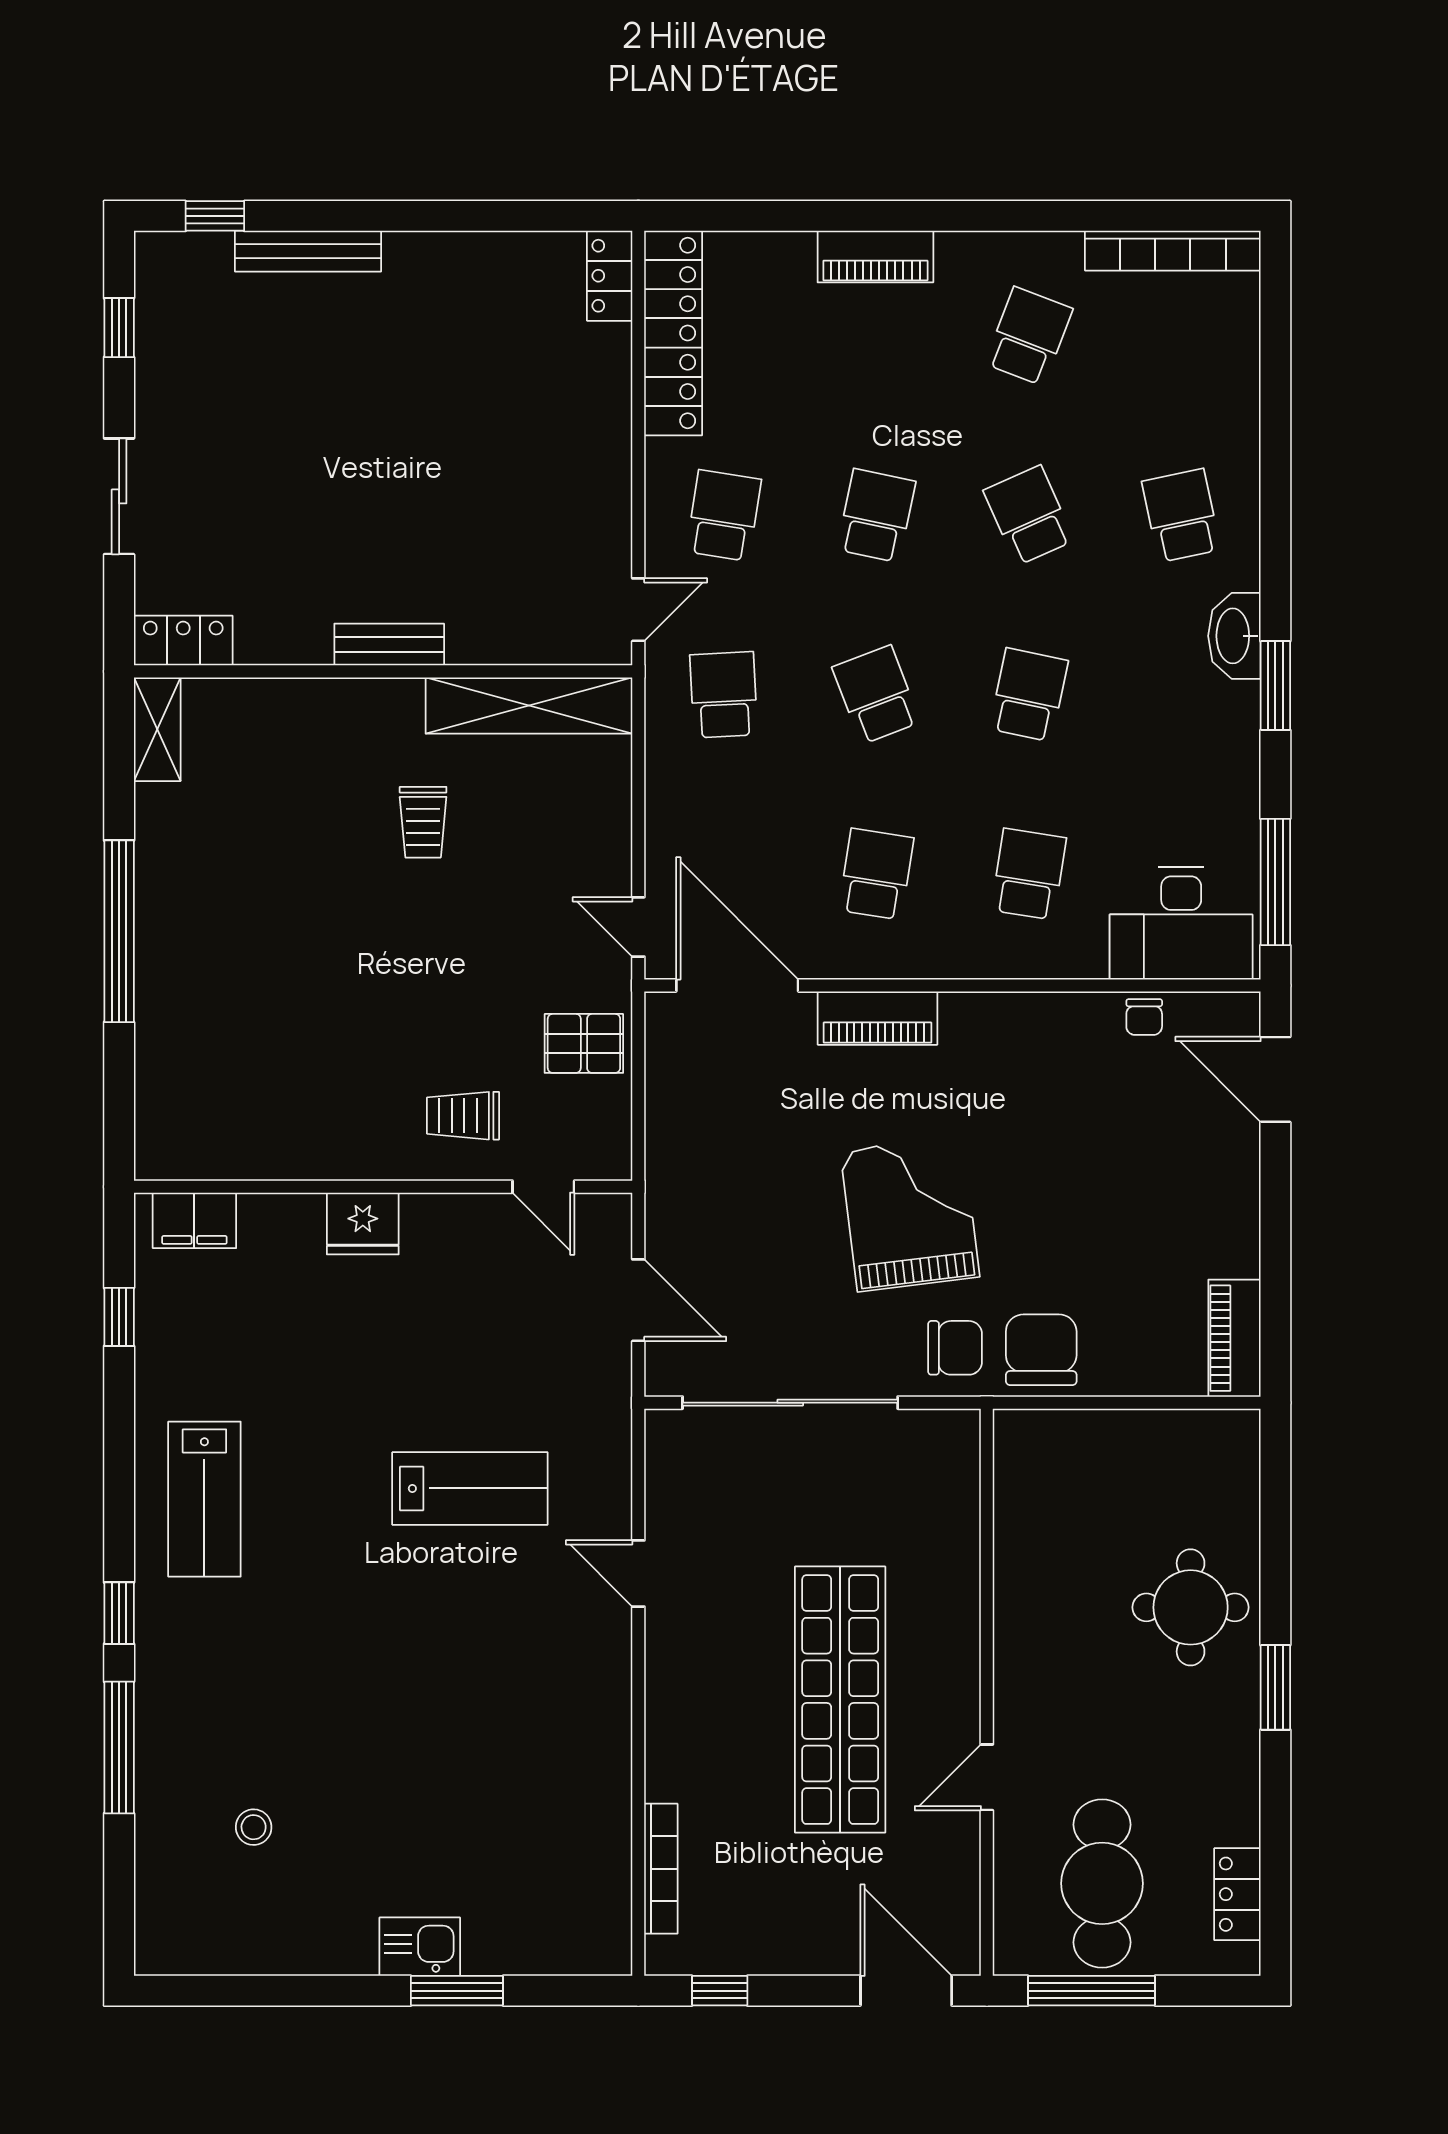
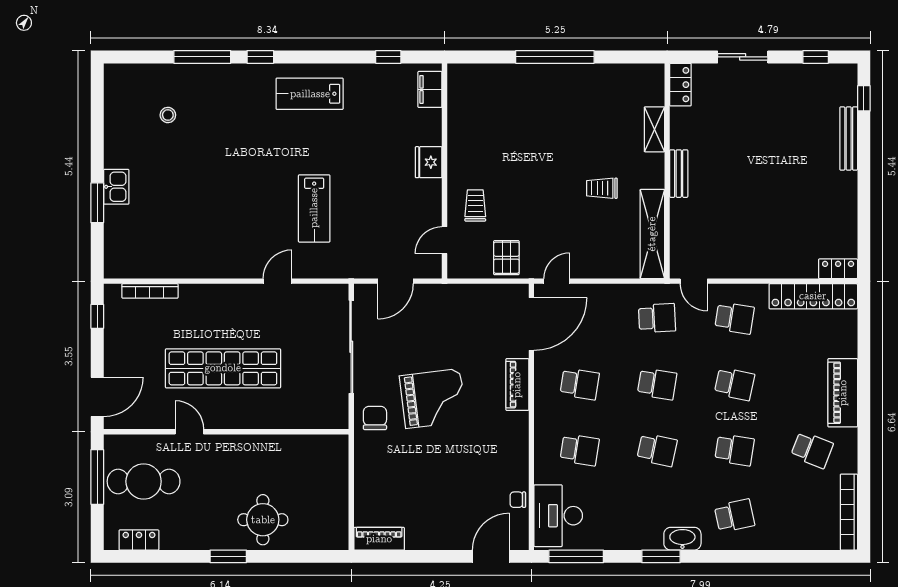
piano: (875, 257) -> (843, 393), width x1.37, depth x1.33
school desk: (1029, 515) -> (734, 450), turned 33
school desk: (876, 695) -> (657, 384), turned 30
shelving: (157, 729) -> (654, 129), moved, turned 90
chair: (955, 1348) -> (375, 418), turned 180
chair: (1041, 1350) -> (374, 455), removed

